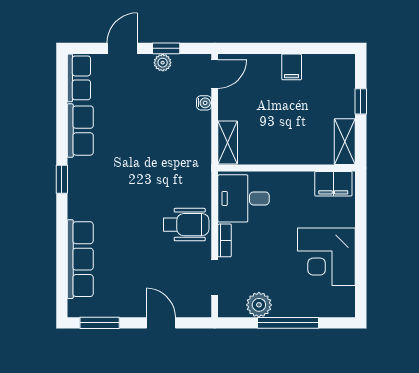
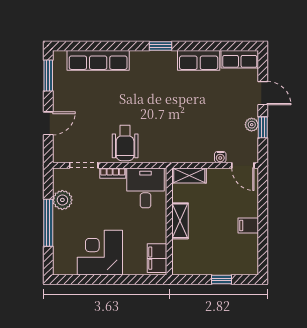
shelving: (345, 142) -> (180, 221), moved, turned 90

